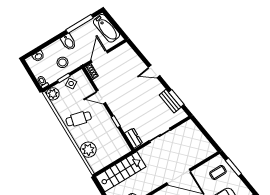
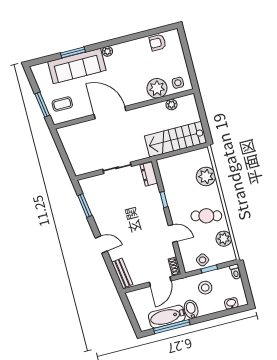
bathtub: (107, 28) -> (167, 317), moved, turned -82
plant: (53, 94) -> (224, 239), moved
bench: (170, 101) -> (122, 273), moved

